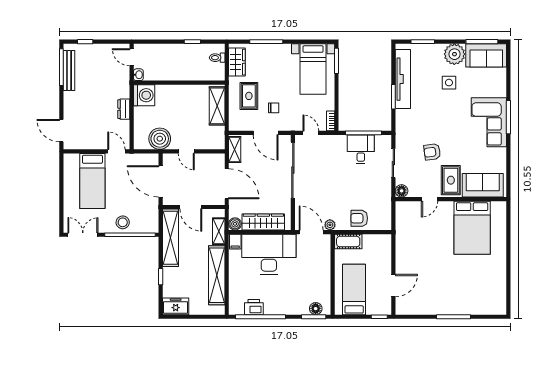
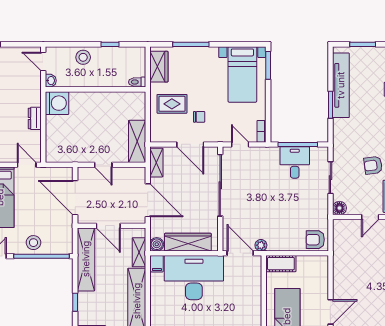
stool: (168, 53) -> (83, 57), added
toilet: (217, 58) -> (137, 82), moved
rug: (249, 96) -> (172, 104), turned 90
shelving: (217, 106) -> (137, 141), moved
boiler: (160, 139) -> (74, 151), removed
armchair: (359, 218) -> (315, 240), moved

